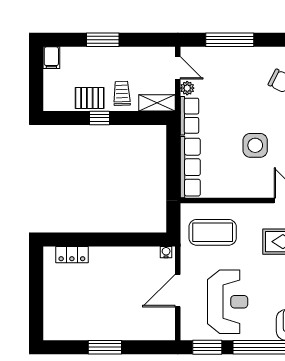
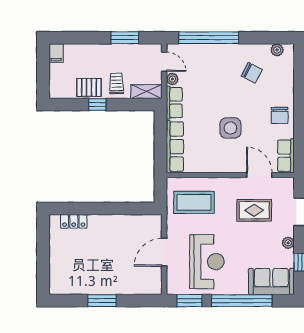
window: (103, 40) -> (125, 38), moved
window: (230, 40) -> (209, 38), width x1.46
water cooler: (166, 252) -> (154, 219), removed

